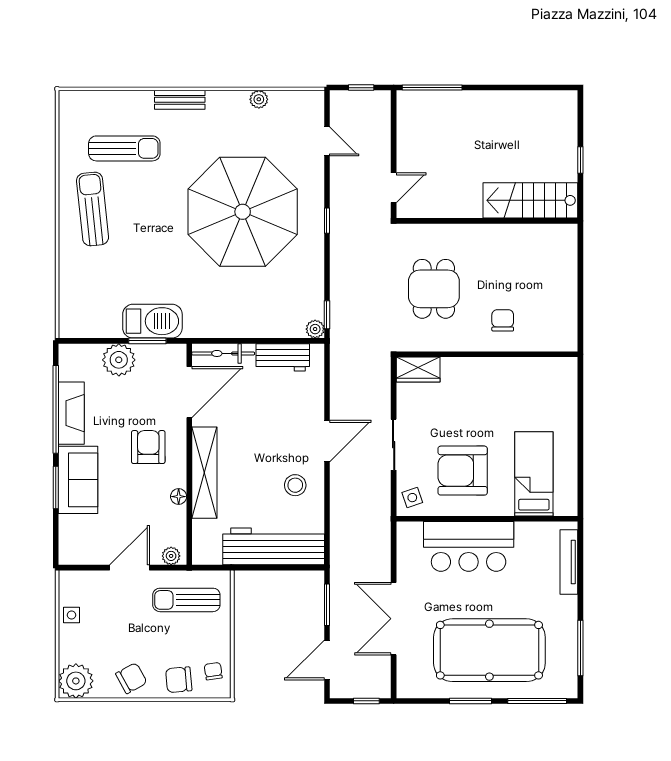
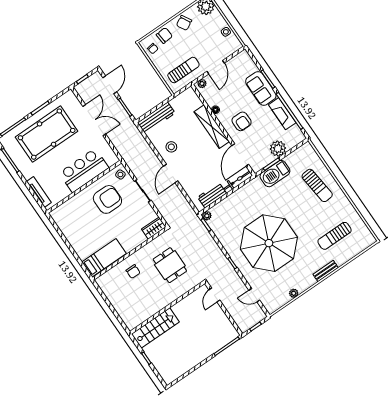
sun lounger: (93, 209) -> (317, 185), moved
bed: (534, 474) -> (104, 258), moved, turned -90
workbench: (274, 546) -> (156, 118), width x0.73, depth x0.76

